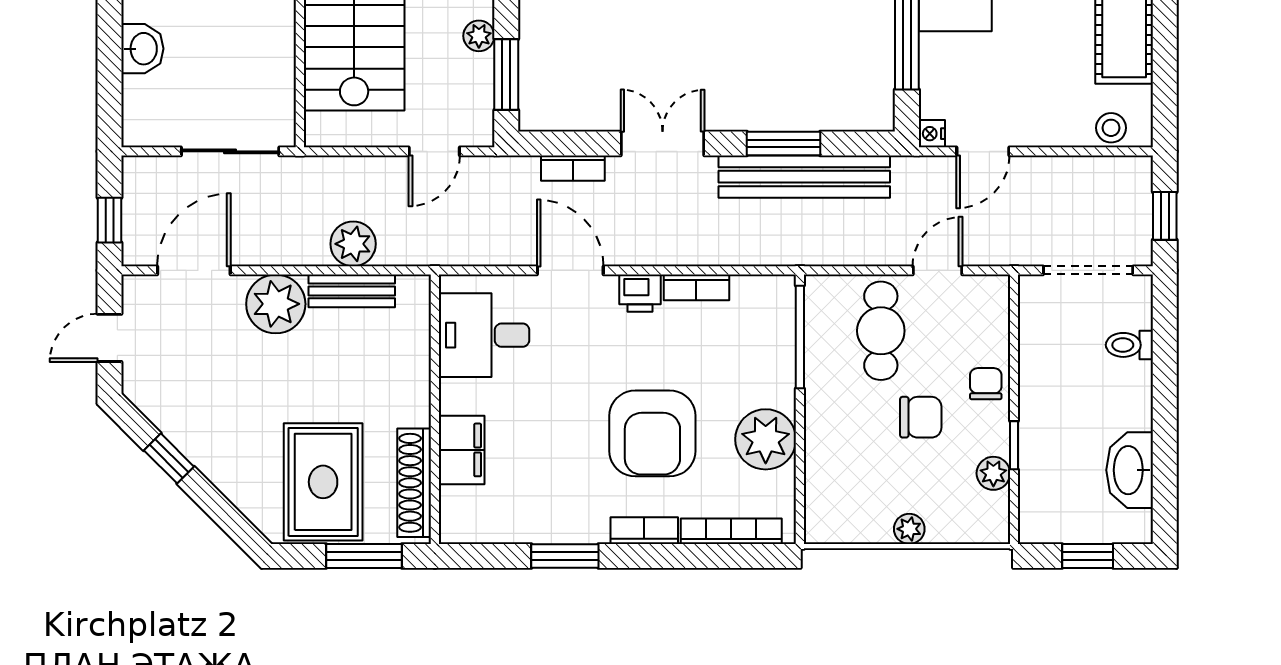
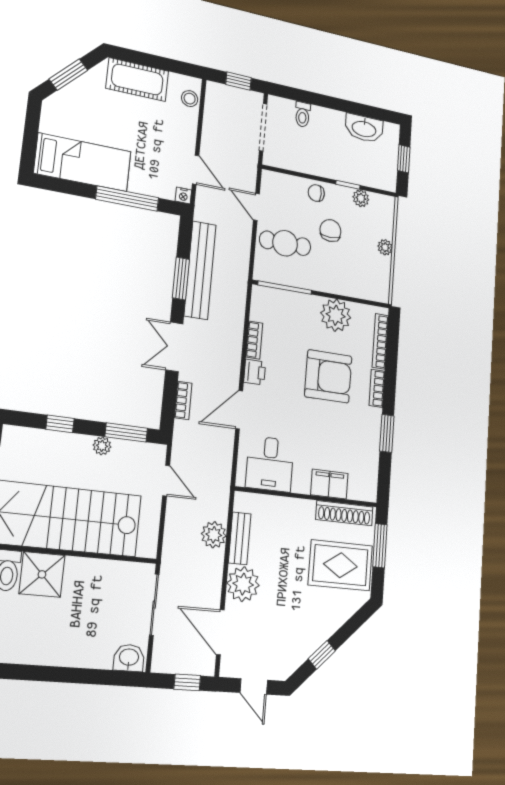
washbasin: (142, 49) -> (129, 658), moved

